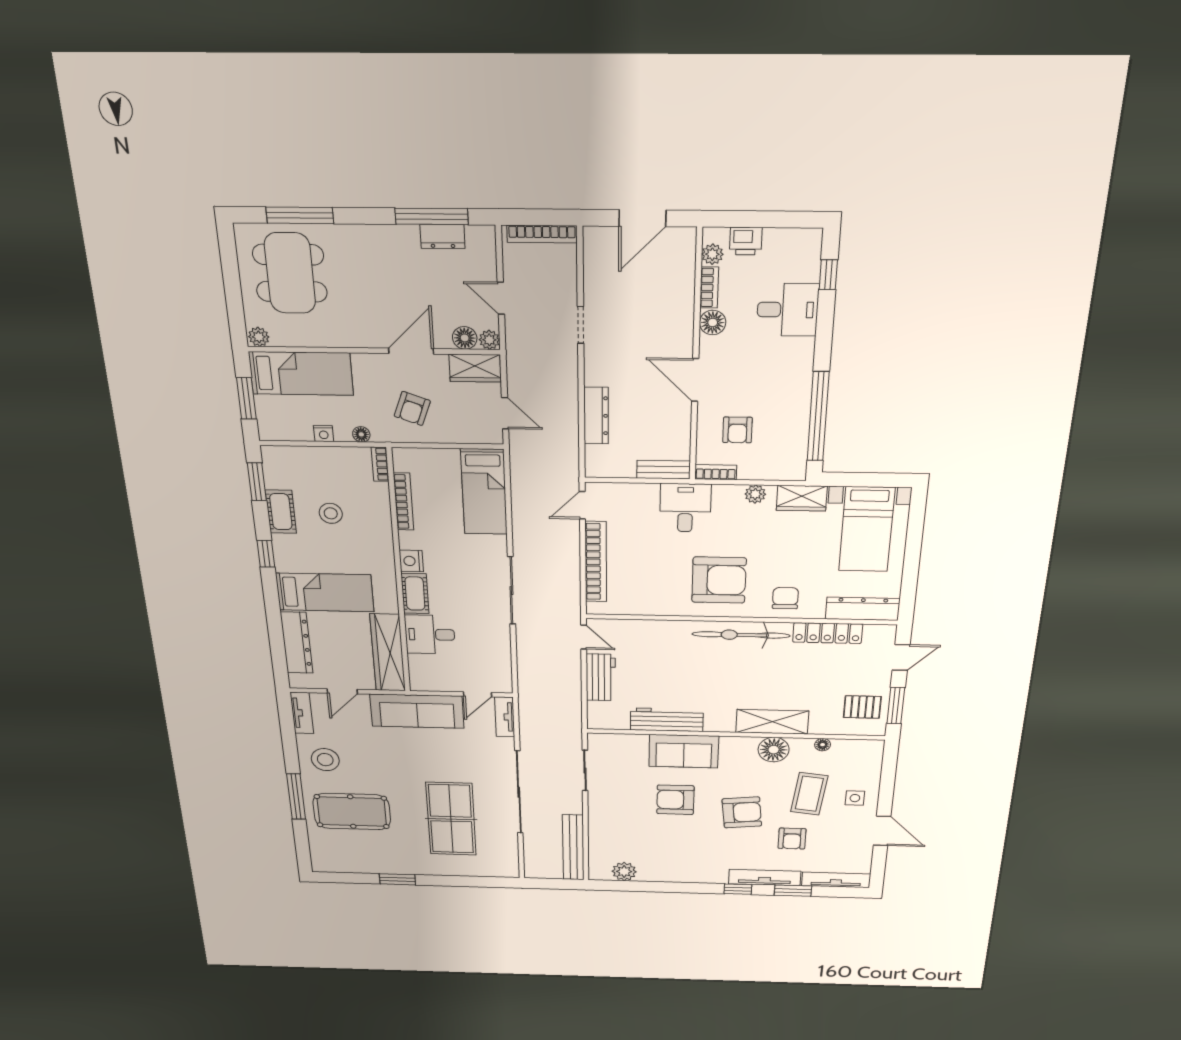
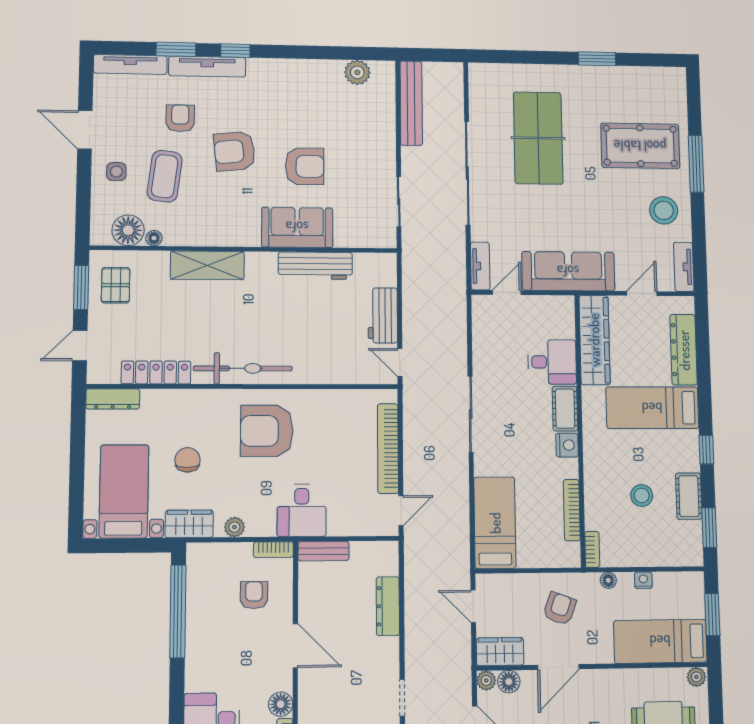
chair: (785, 598) -> (187, 460), moved, turned 180
dresser: (863, 609) -> (113, 399), width x0.73, depth x0.80
pallet: (862, 707) -> (116, 285), turned 90
floor lamp: (774, 750) -> (128, 230), moved

